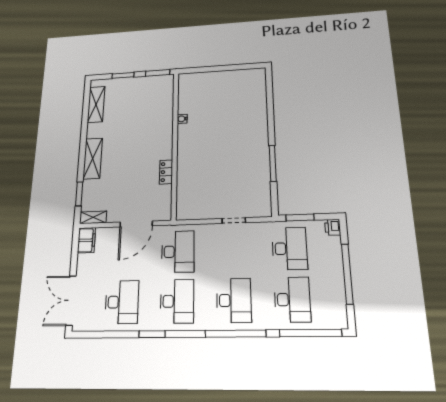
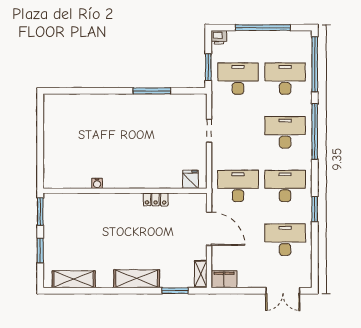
fridge: (185, 204) -> (190, 179), added
double door: (71, 300) -> (283, 291), width x0.73

